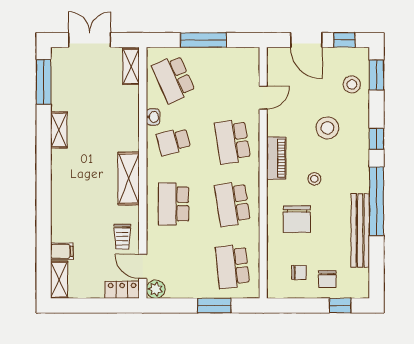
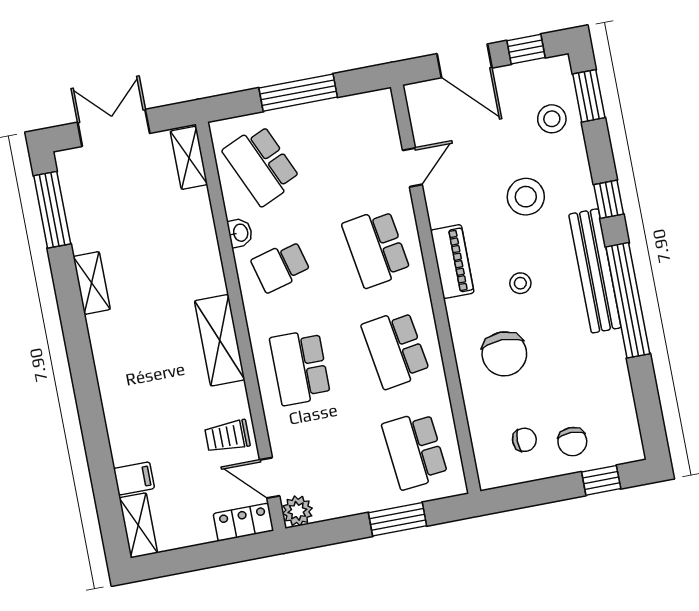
bench: (360, 230) -> (595, 271), moved
trolley: (122, 237) -> (227, 436), turned 90

